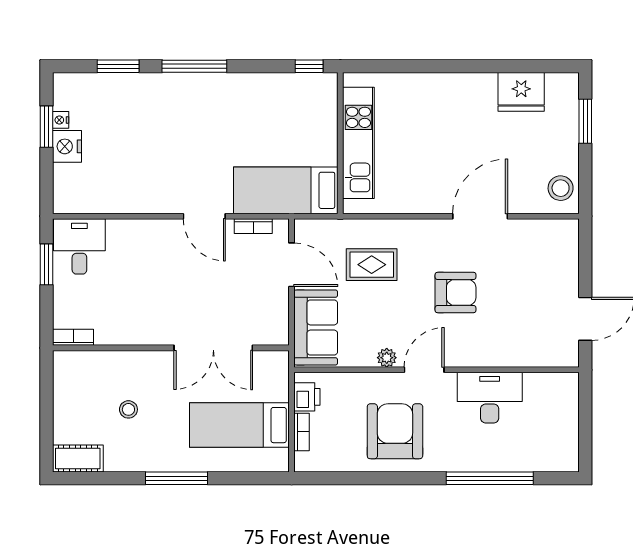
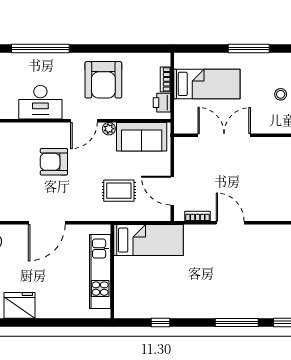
wall: (340, 143) -> (112, 271), moved
kitchen unit: (358, 143) -> (100, 272), moved
bed: (286, 190) -> (148, 240), moved
armchair: (456, 292) -> (54, 162), moved
sofa: (316, 327) -> (142, 137), moved, turned -90

